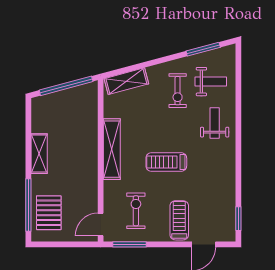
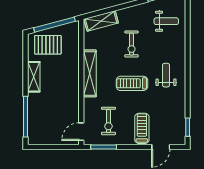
exercise bike: (178, 91) -> (132, 44), moved
weight bench: (215, 123) -> (166, 75), moved
exercise bike: (136, 211) -> (108, 121), turned 180
pallet: (49, 213) -> (48, 45), moved, turned 90

